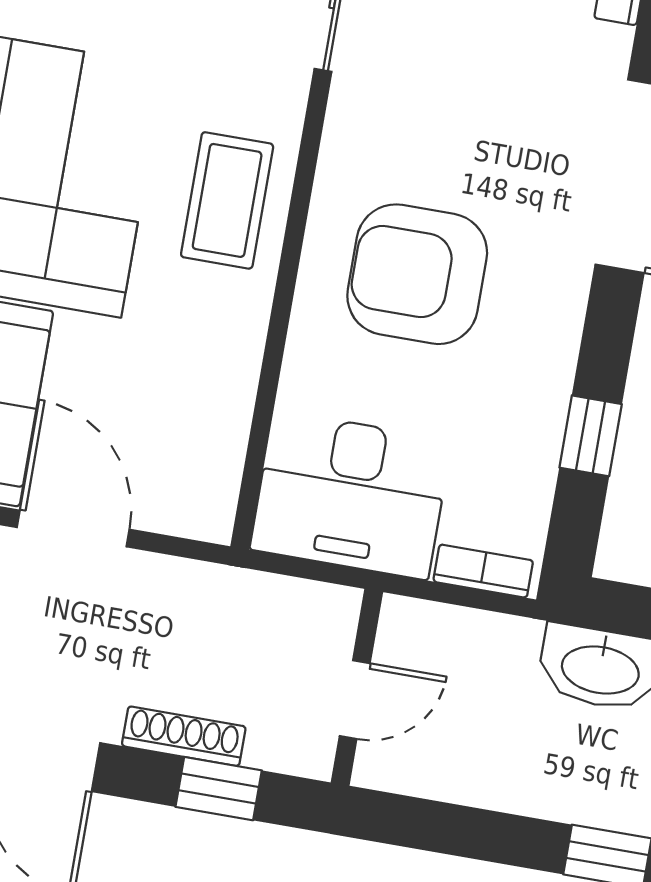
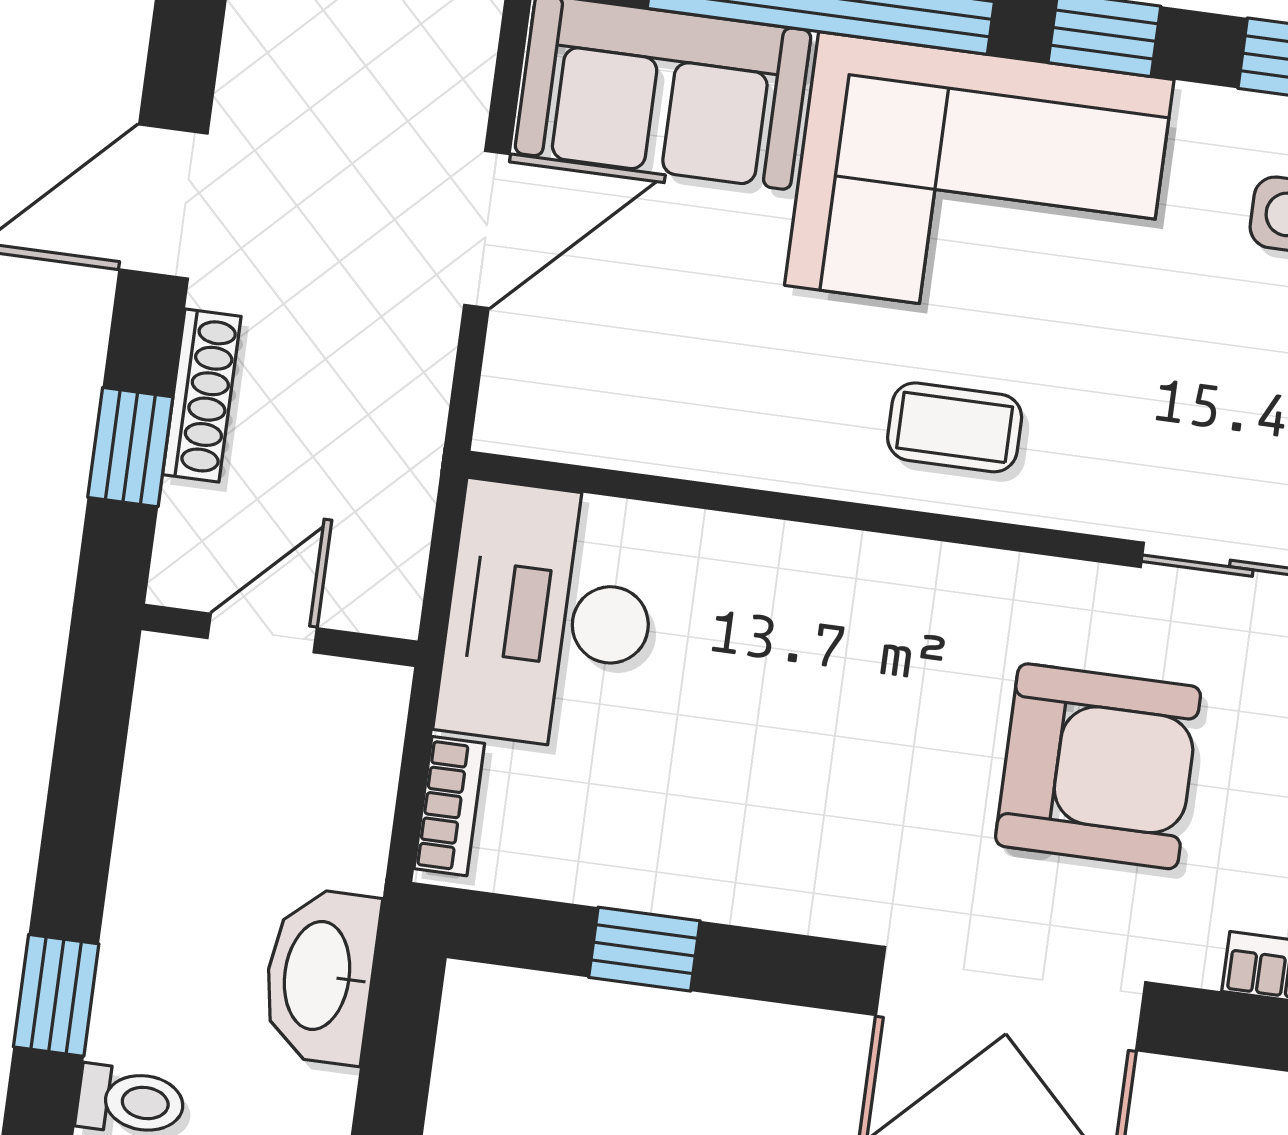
coffee table: (227, 200) -> (955, 427), width x0.73, depth x0.77
armchair: (417, 274) -> (1098, 766), moved, turned 90
door: (355, 700) -> (262, 633), swing flipped

